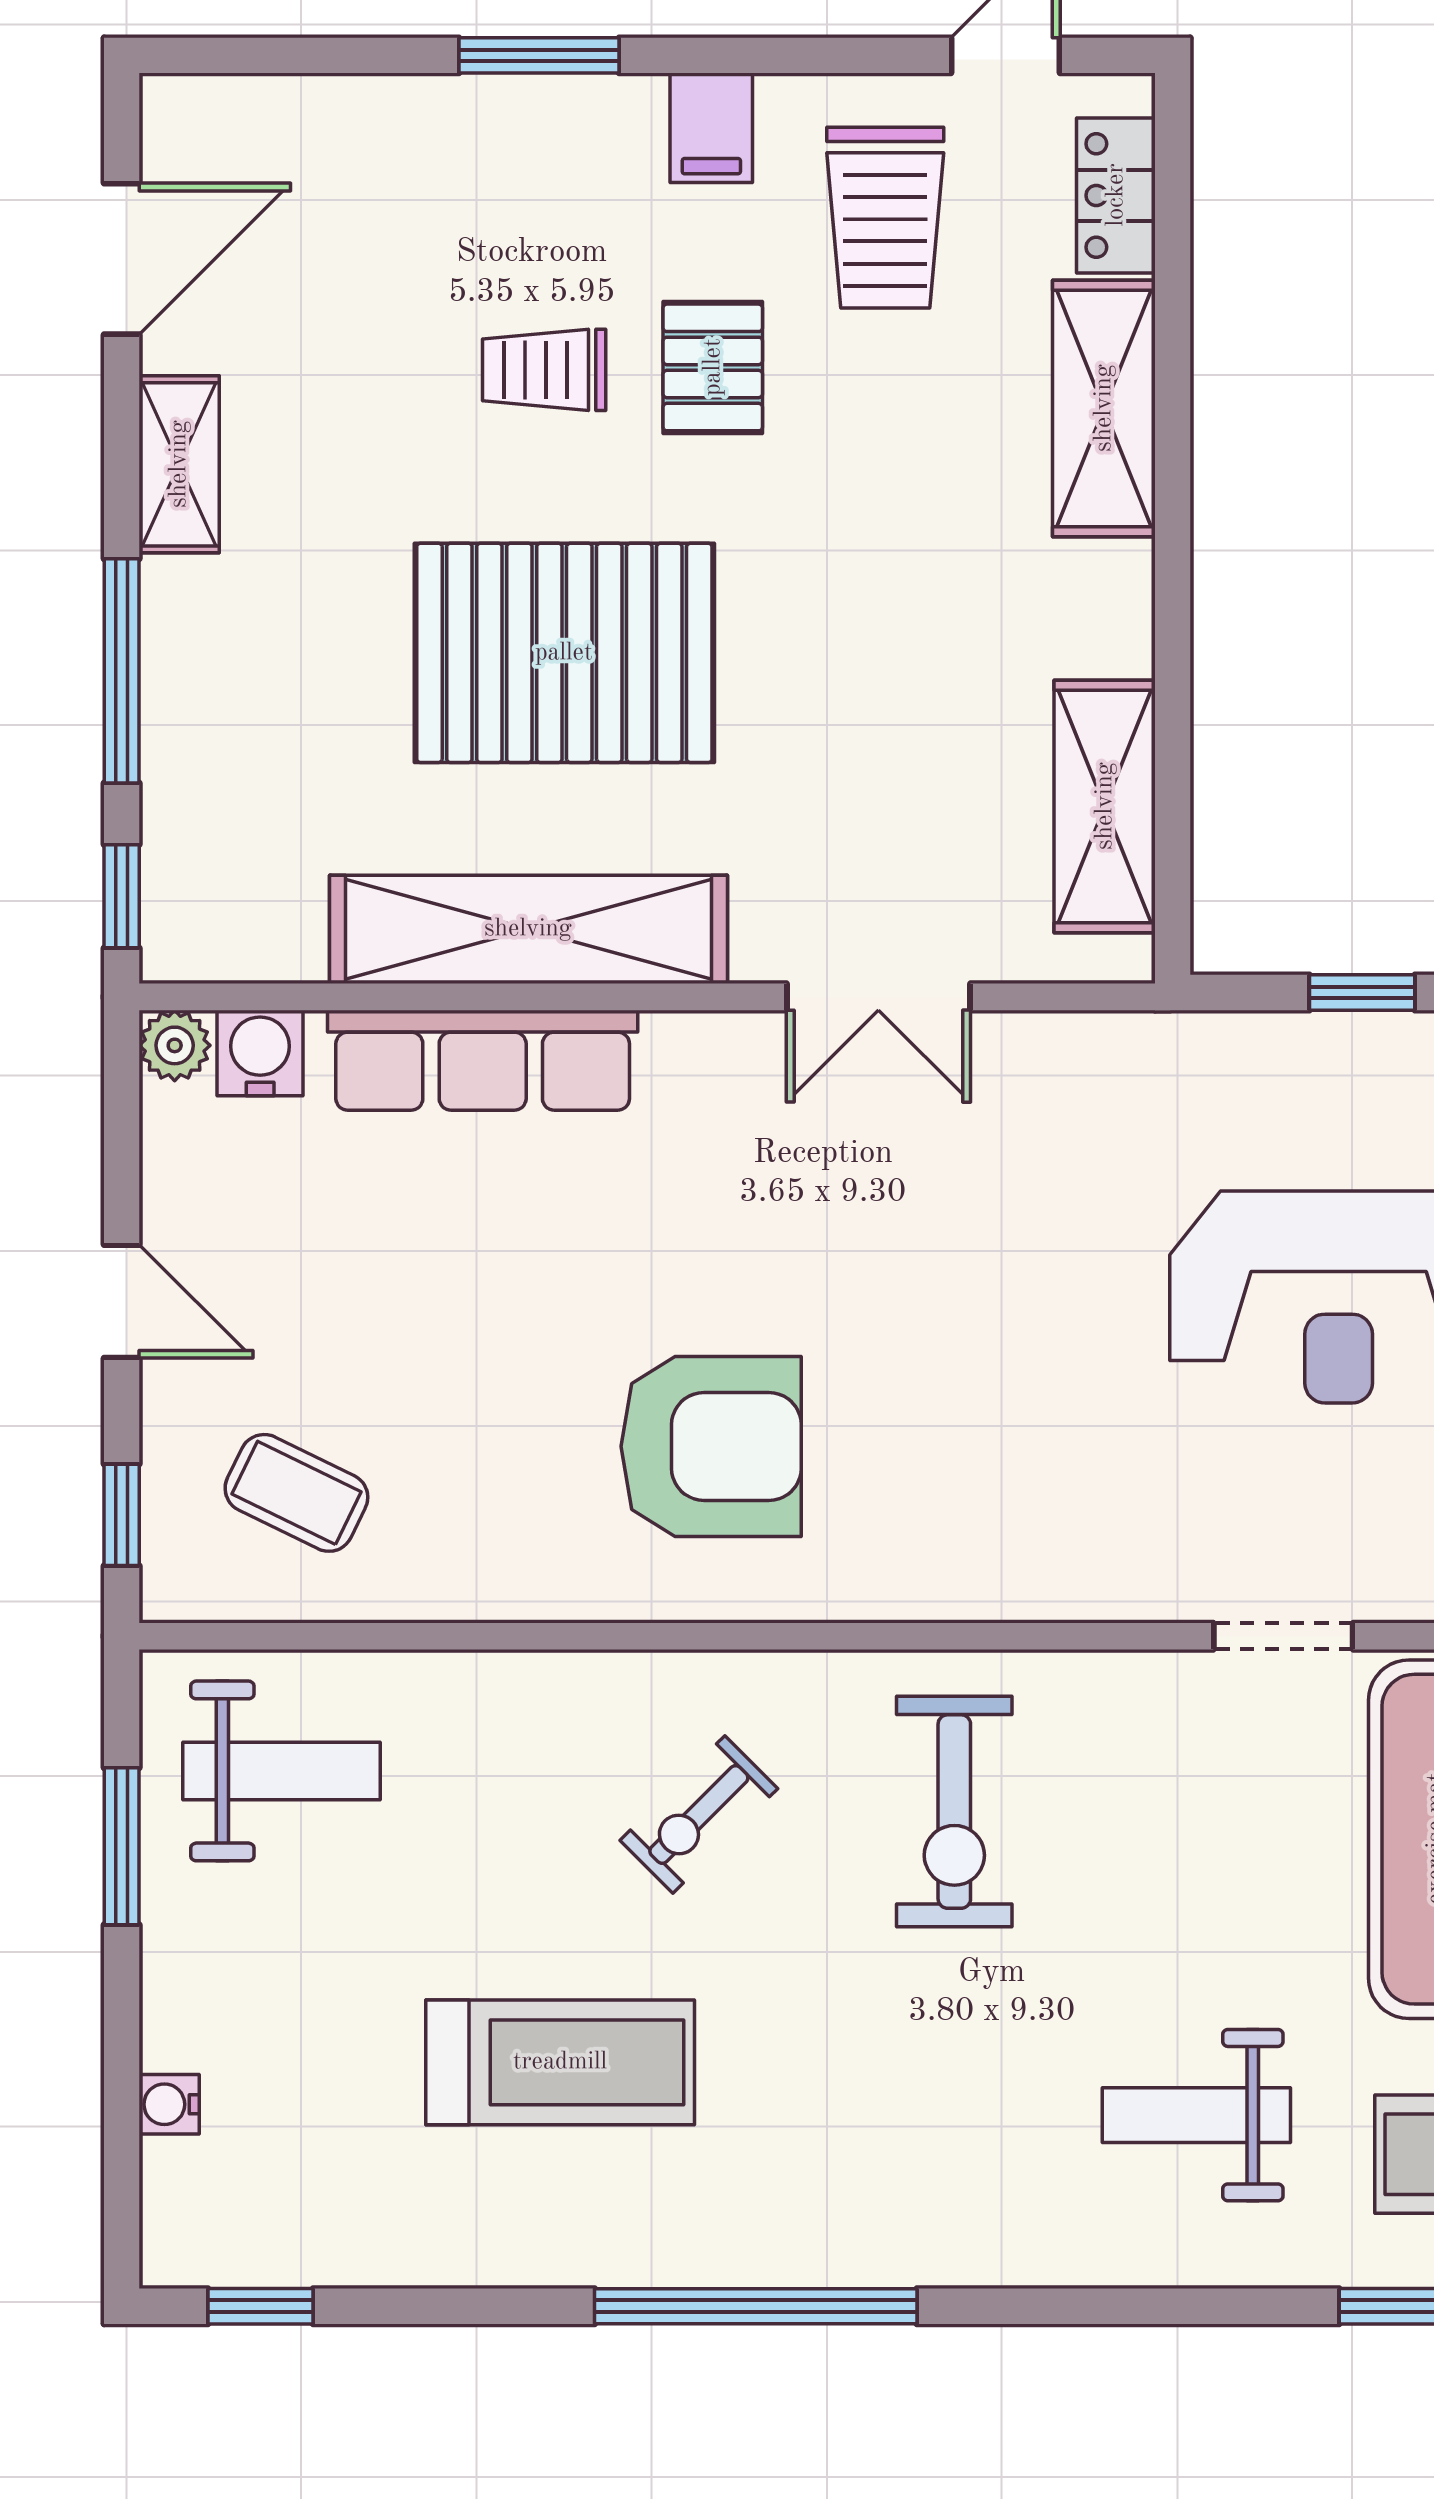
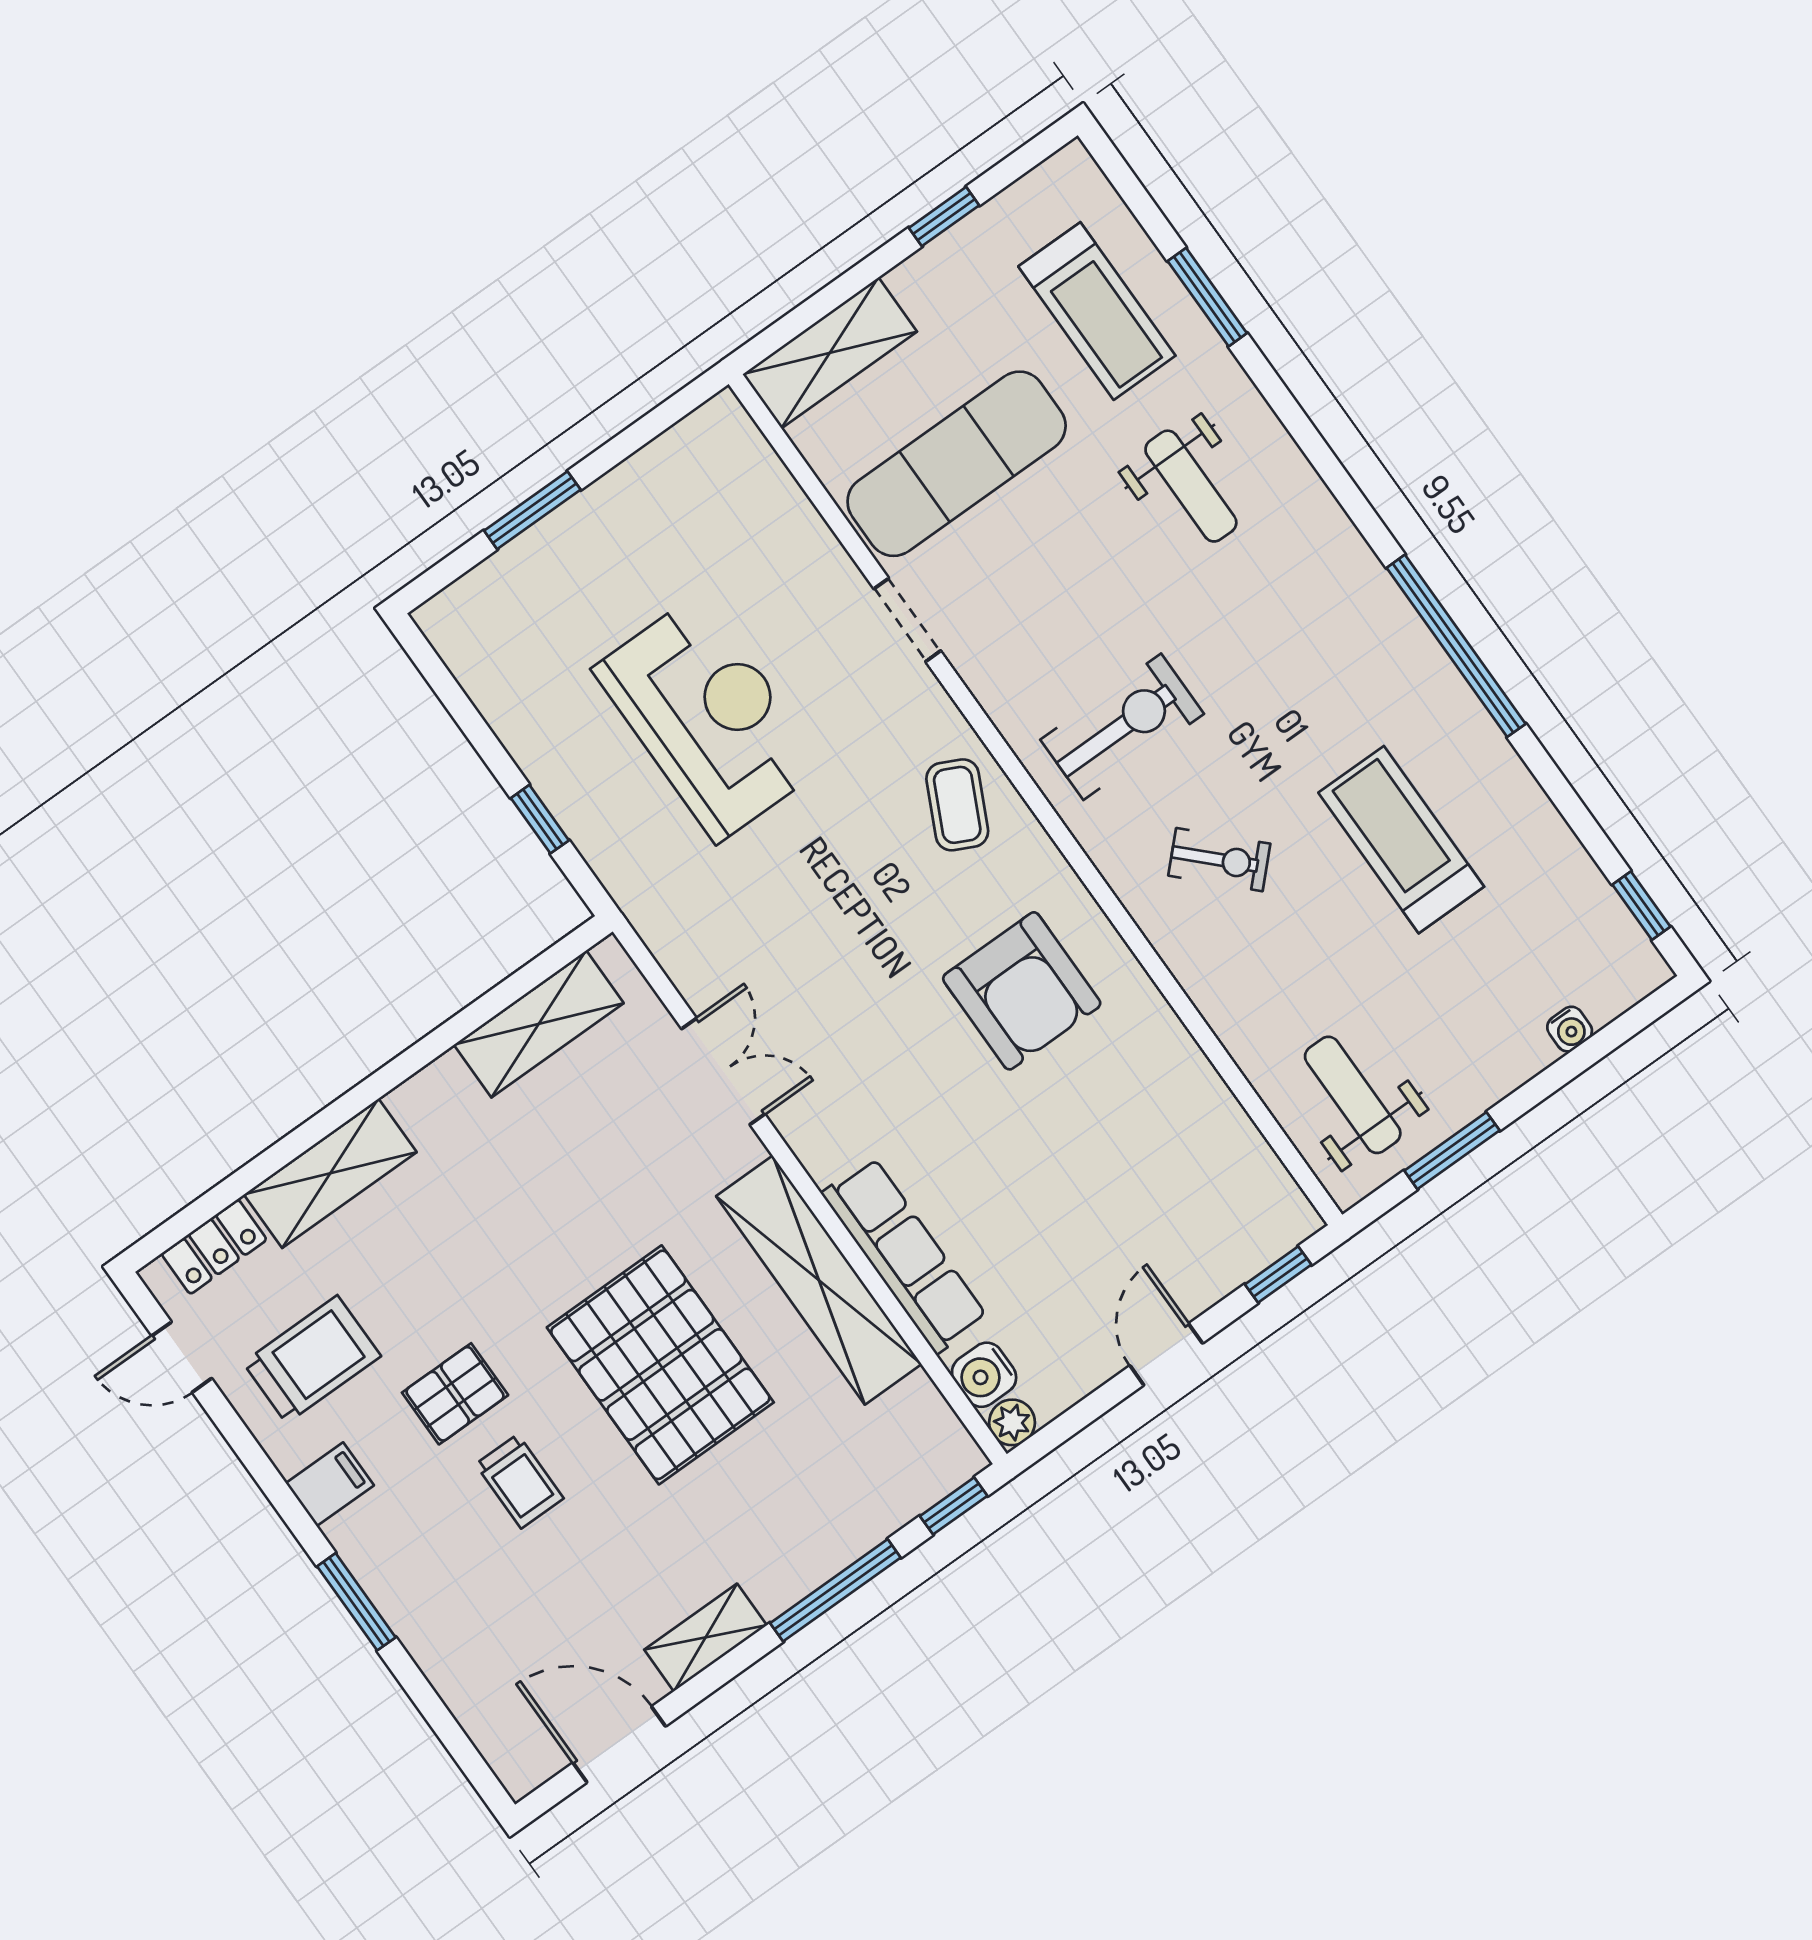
armchair: (711, 1446) -> (1022, 991), turned 180
coffee table: (296, 1493) -> (957, 805), moved

